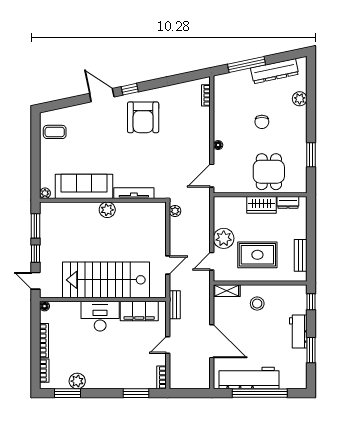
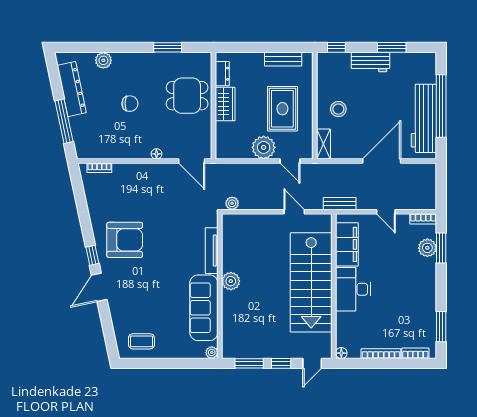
coffee table: (55, 132) -> (141, 341), turned 90
plant: (77, 381) -> (427, 248), moved

